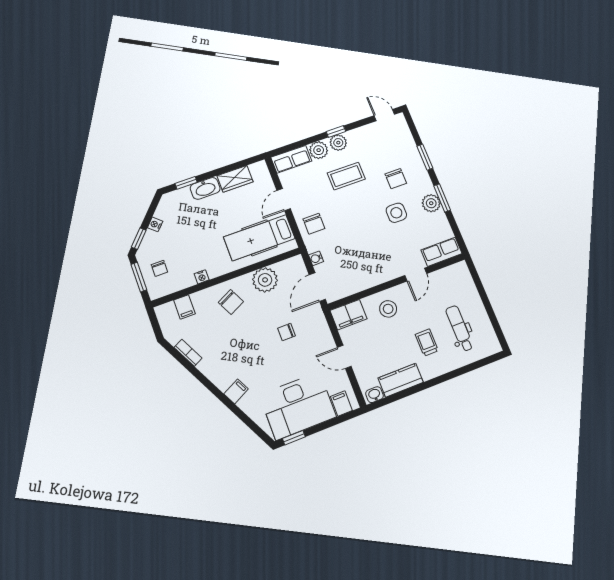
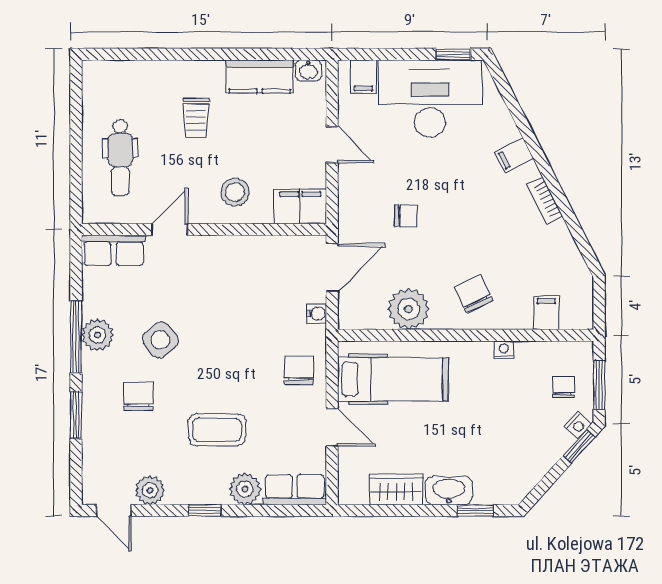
plant: (338, 143) -> (150, 490), moved
window: (442, 198) -> (76, 337), width x1.44
door: (284, 200) -> (332, 427), hinge flipped
side table: (396, 213) -> (160, 340), turned -38
nightstand: (155, 224) -> (578, 425), moved
dental chair: (460, 328) -> (120, 158), moved
bookcase: (188, 353) -> (545, 201), moved

